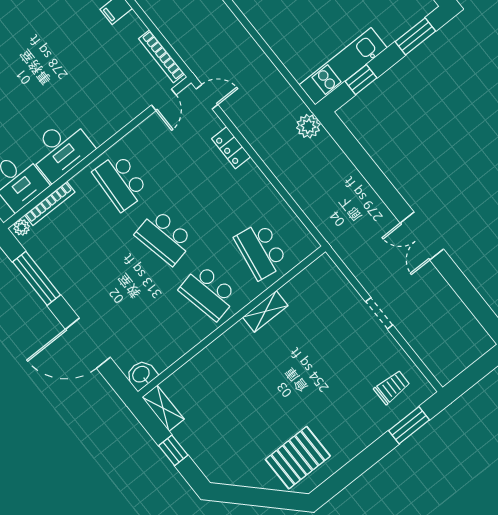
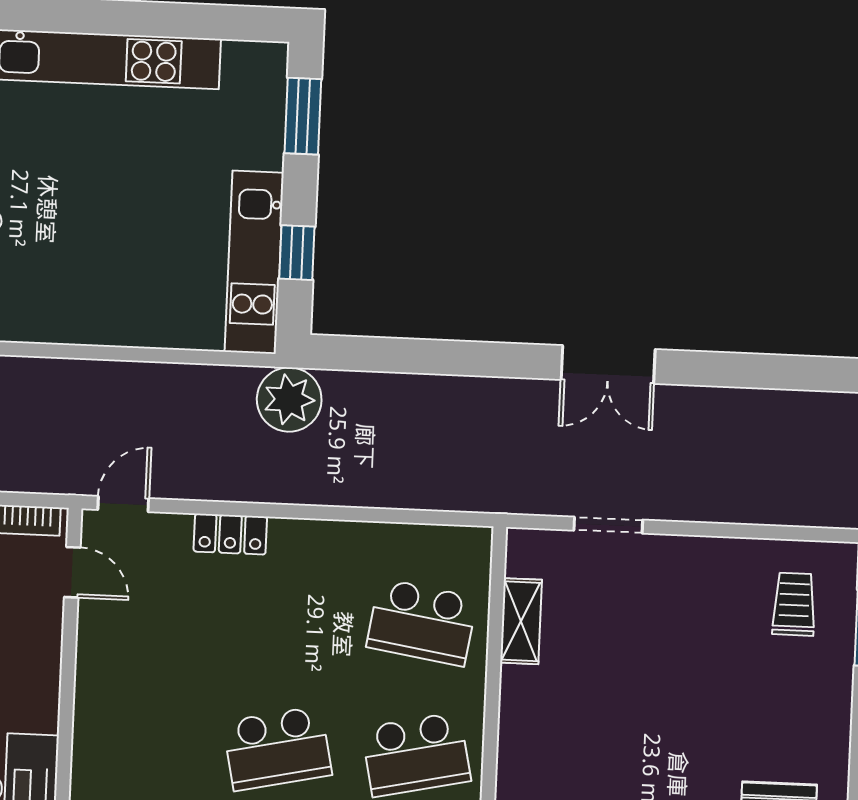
plant: (308, 126) -> (289, 400), width x1.36, depth x1.36
school desk: (121, 182) -> (139, 742), removed
shelving: (265, 311) -> (521, 621), moved
doorway: (379, 313) -> (608, 525), moved

